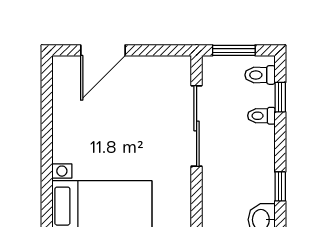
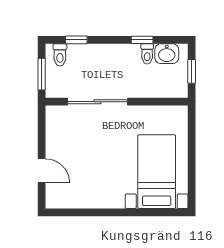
door: (103, 50) -> (42, 171), width x0.73
toilet: (261, 116) -> (147, 54), moved

